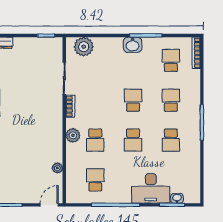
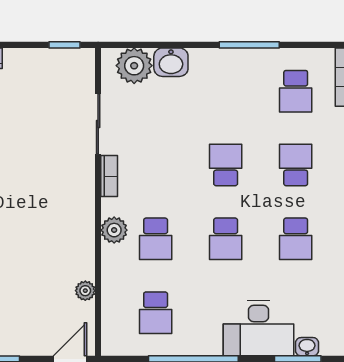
washbasin: (133, 45) -> (171, 62), moved
school desk: (171, 60) -> (296, 91), turned 180
school desk: (95, 180) -> (156, 313), turned 180

